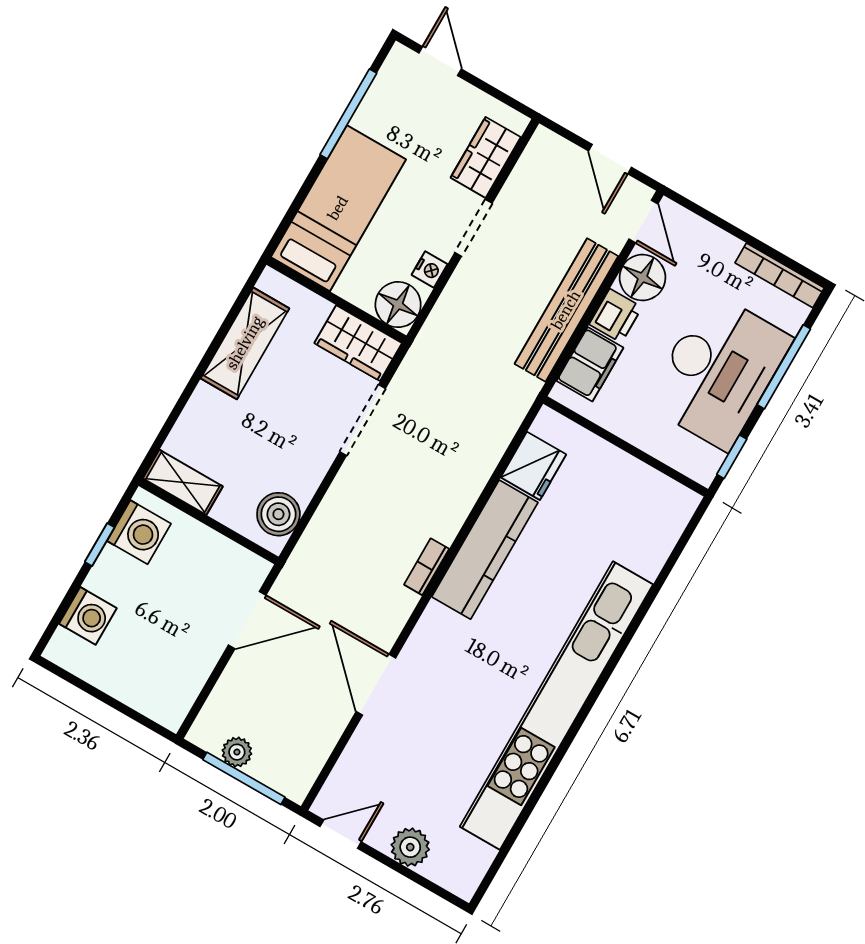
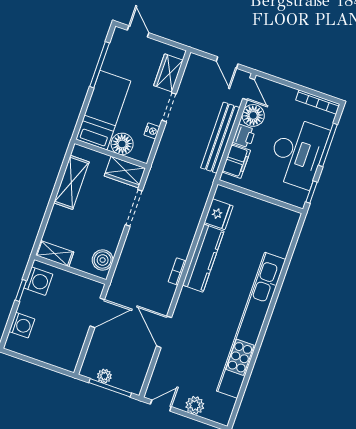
floor lamp: (398, 305) -> (122, 144), moved

